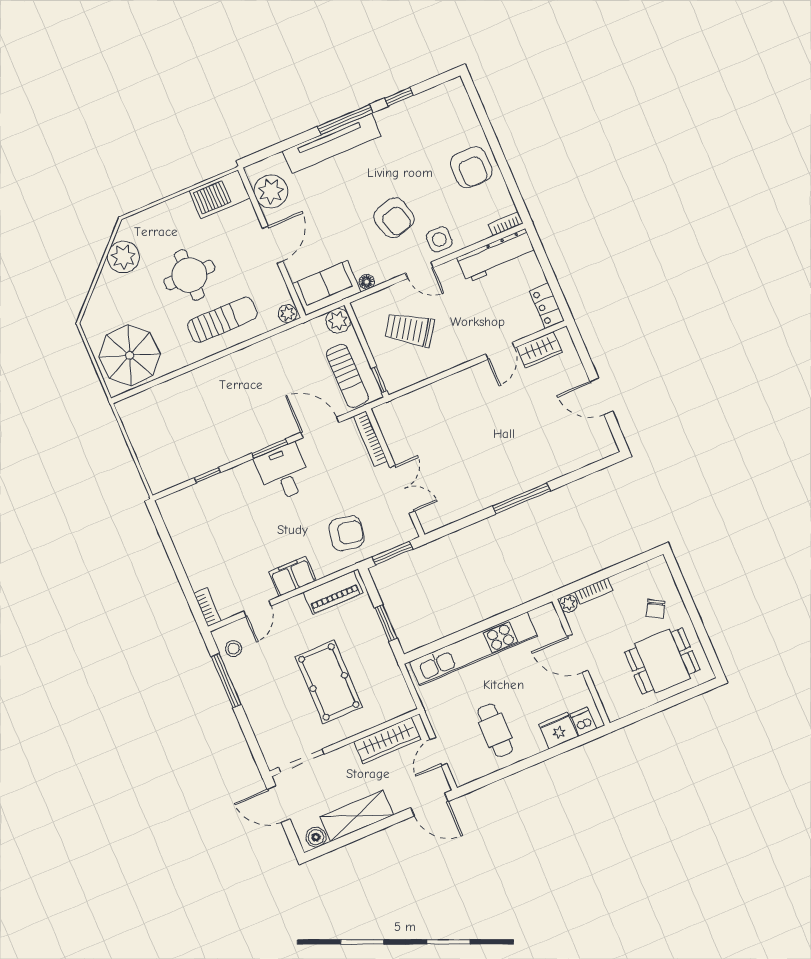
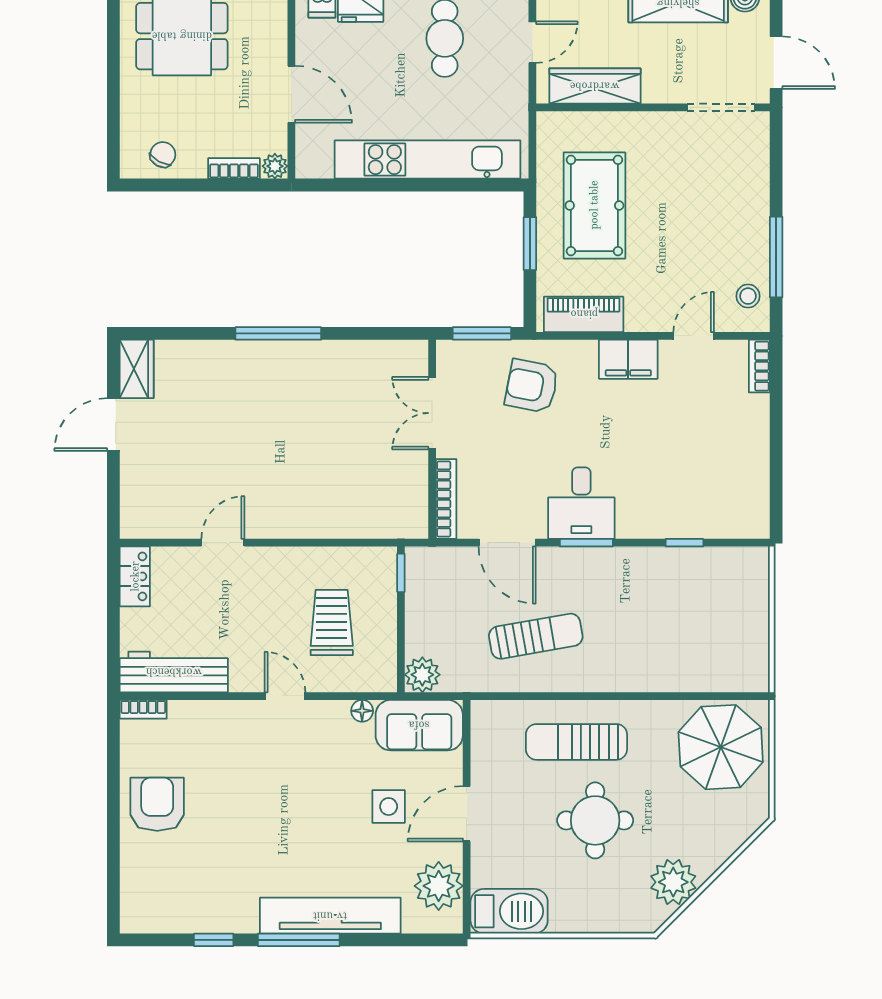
armchair: (394, 218) -> (289, 781), removed
side table: (439, 239) -> (389, 807), moved
plant: (288, 314) -> (486, 713), removed
trolley: (410, 330) -> (332, 622), turned -124
wardrobe: (539, 350) -> (137, 369), moved, turned 90
sun lounger: (347, 376) -> (536, 636), moved, turned 80
door: (601, 396) -> (113, 425), swing flipped
chair: (655, 609) -> (163, 155), moved
pool table: (329, 682) -> (594, 205), moved

